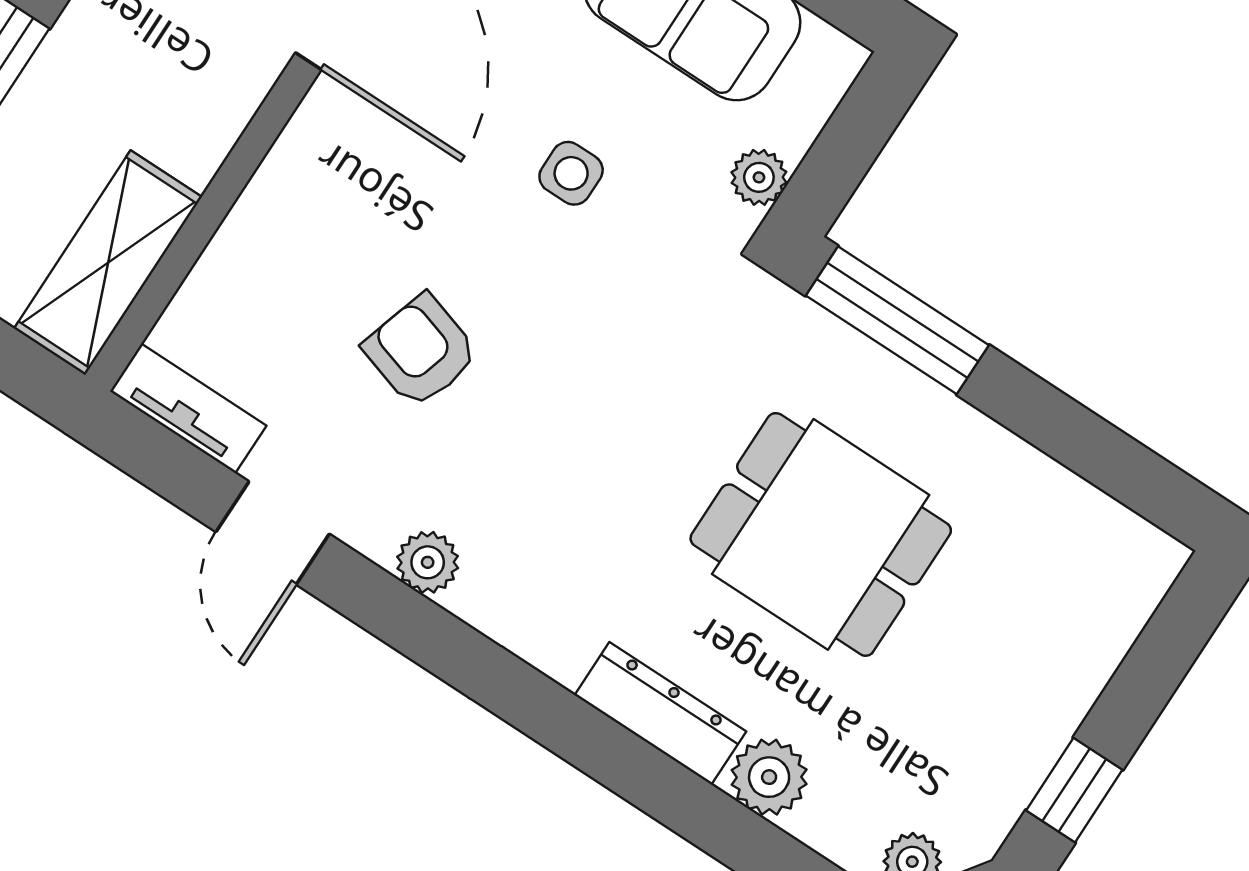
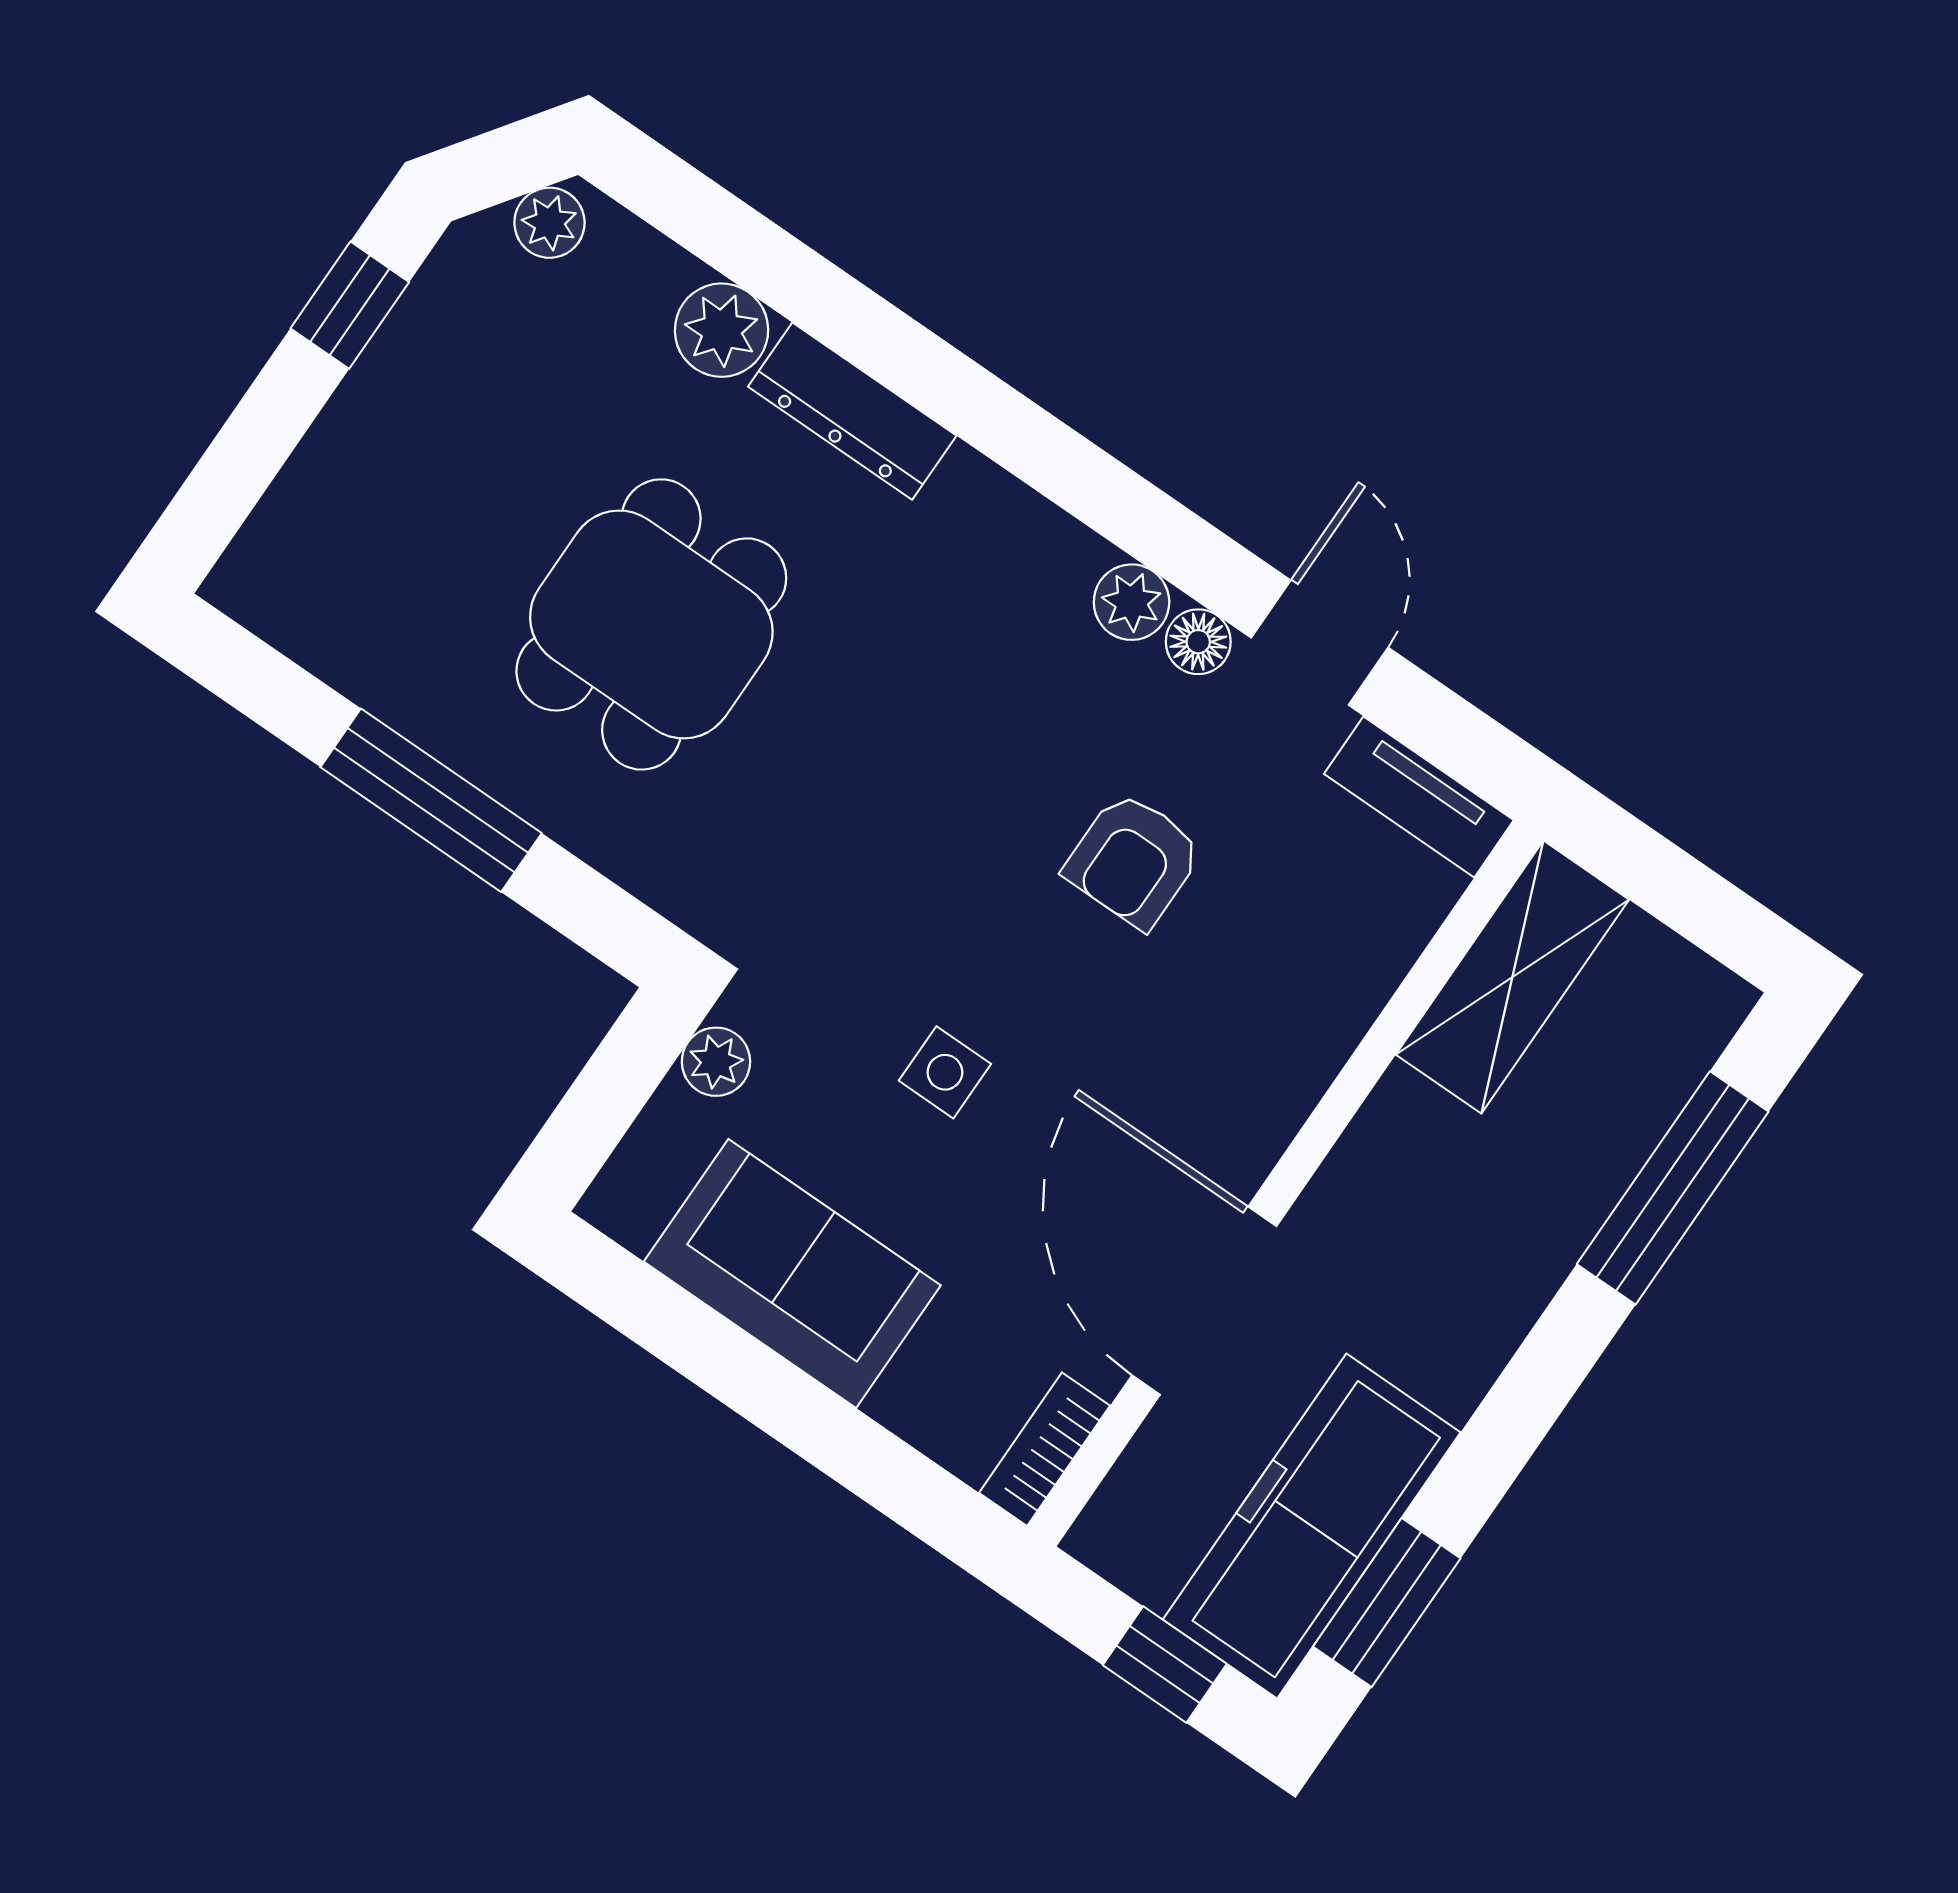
window: (897, 320) -> (431, 800), moved
armchair: (421, 351) -> (1133, 860), turned 73
floor lamp: (372, 531) -> (1198, 642), added
dining table: (821, 534) -> (651, 624), turned 90

